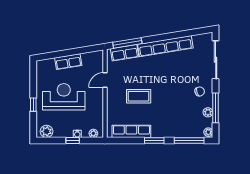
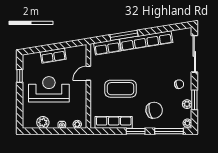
window: (127, 43) -> (124, 35), moved
coffee table: (139, 96) -> (121, 89), width x1.36, depth x1.32
window: (33, 105) -> (20, 76), moved
window: (216, 108) -> (194, 100), width x0.69
chair: (174, 119) -> (154, 110), added
plant: (46, 131) -> (43, 122), moved
window: (73, 141) -> (57, 131), removed

